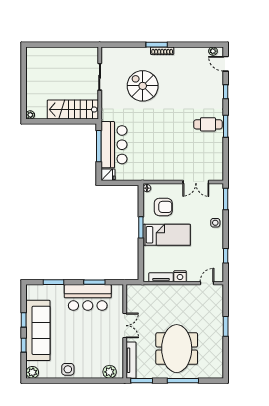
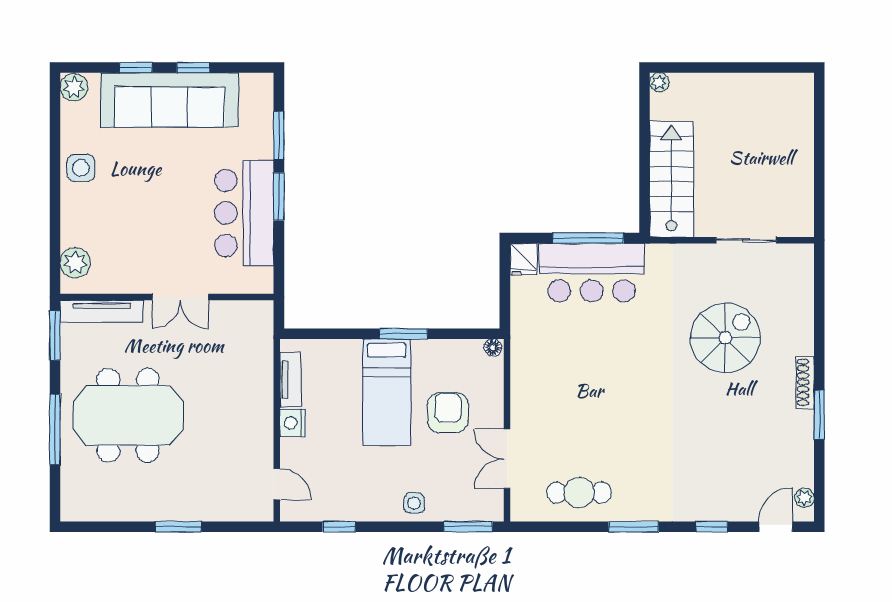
window: (157, 45) -> (819, 415), moved
cafe table: (208, 124) -> (579, 493), moved, turned 90
armchair: (163, 207) -> (448, 413), moved, turned 180
window: (94, 282) -> (279, 196), moved

